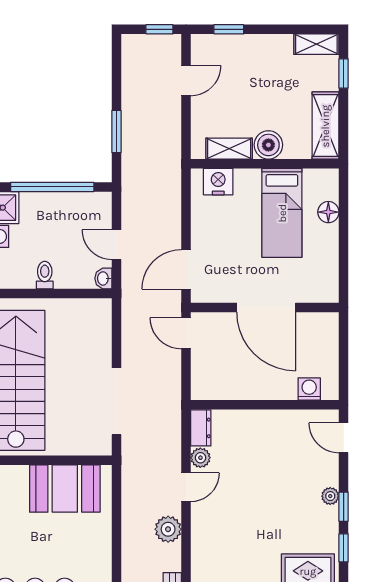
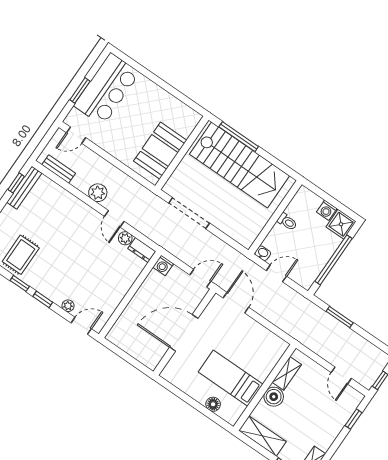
nightstand: (218, 182) -> (273, 355), removed
washing machine: (309, 389) -> (163, 265), moved, turned 90
plant: (330, 496) -> (68, 306), moved

